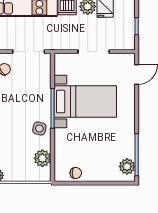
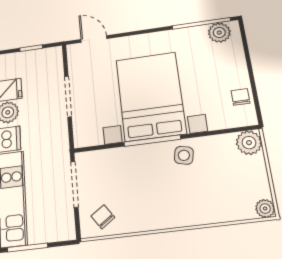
bed with nightstands: (85, 102) -> (151, 96), width x1.36
plant: (42, 158) -> (249, 143), moved

